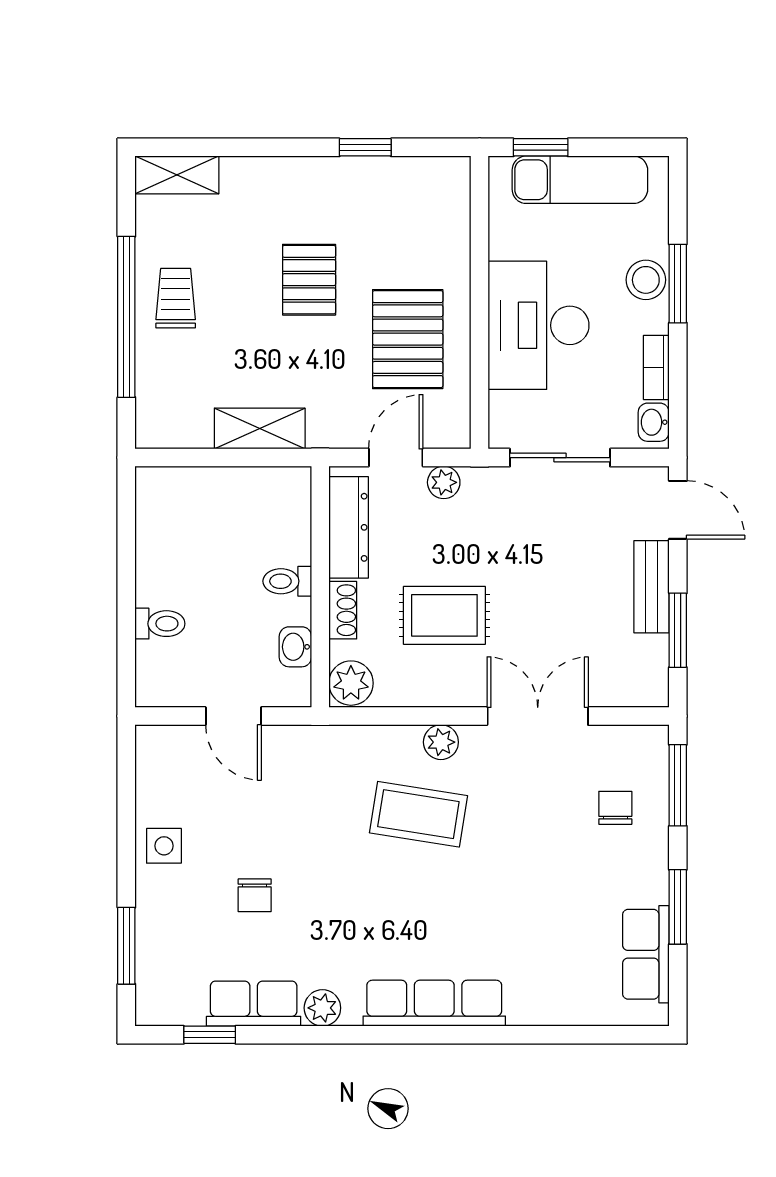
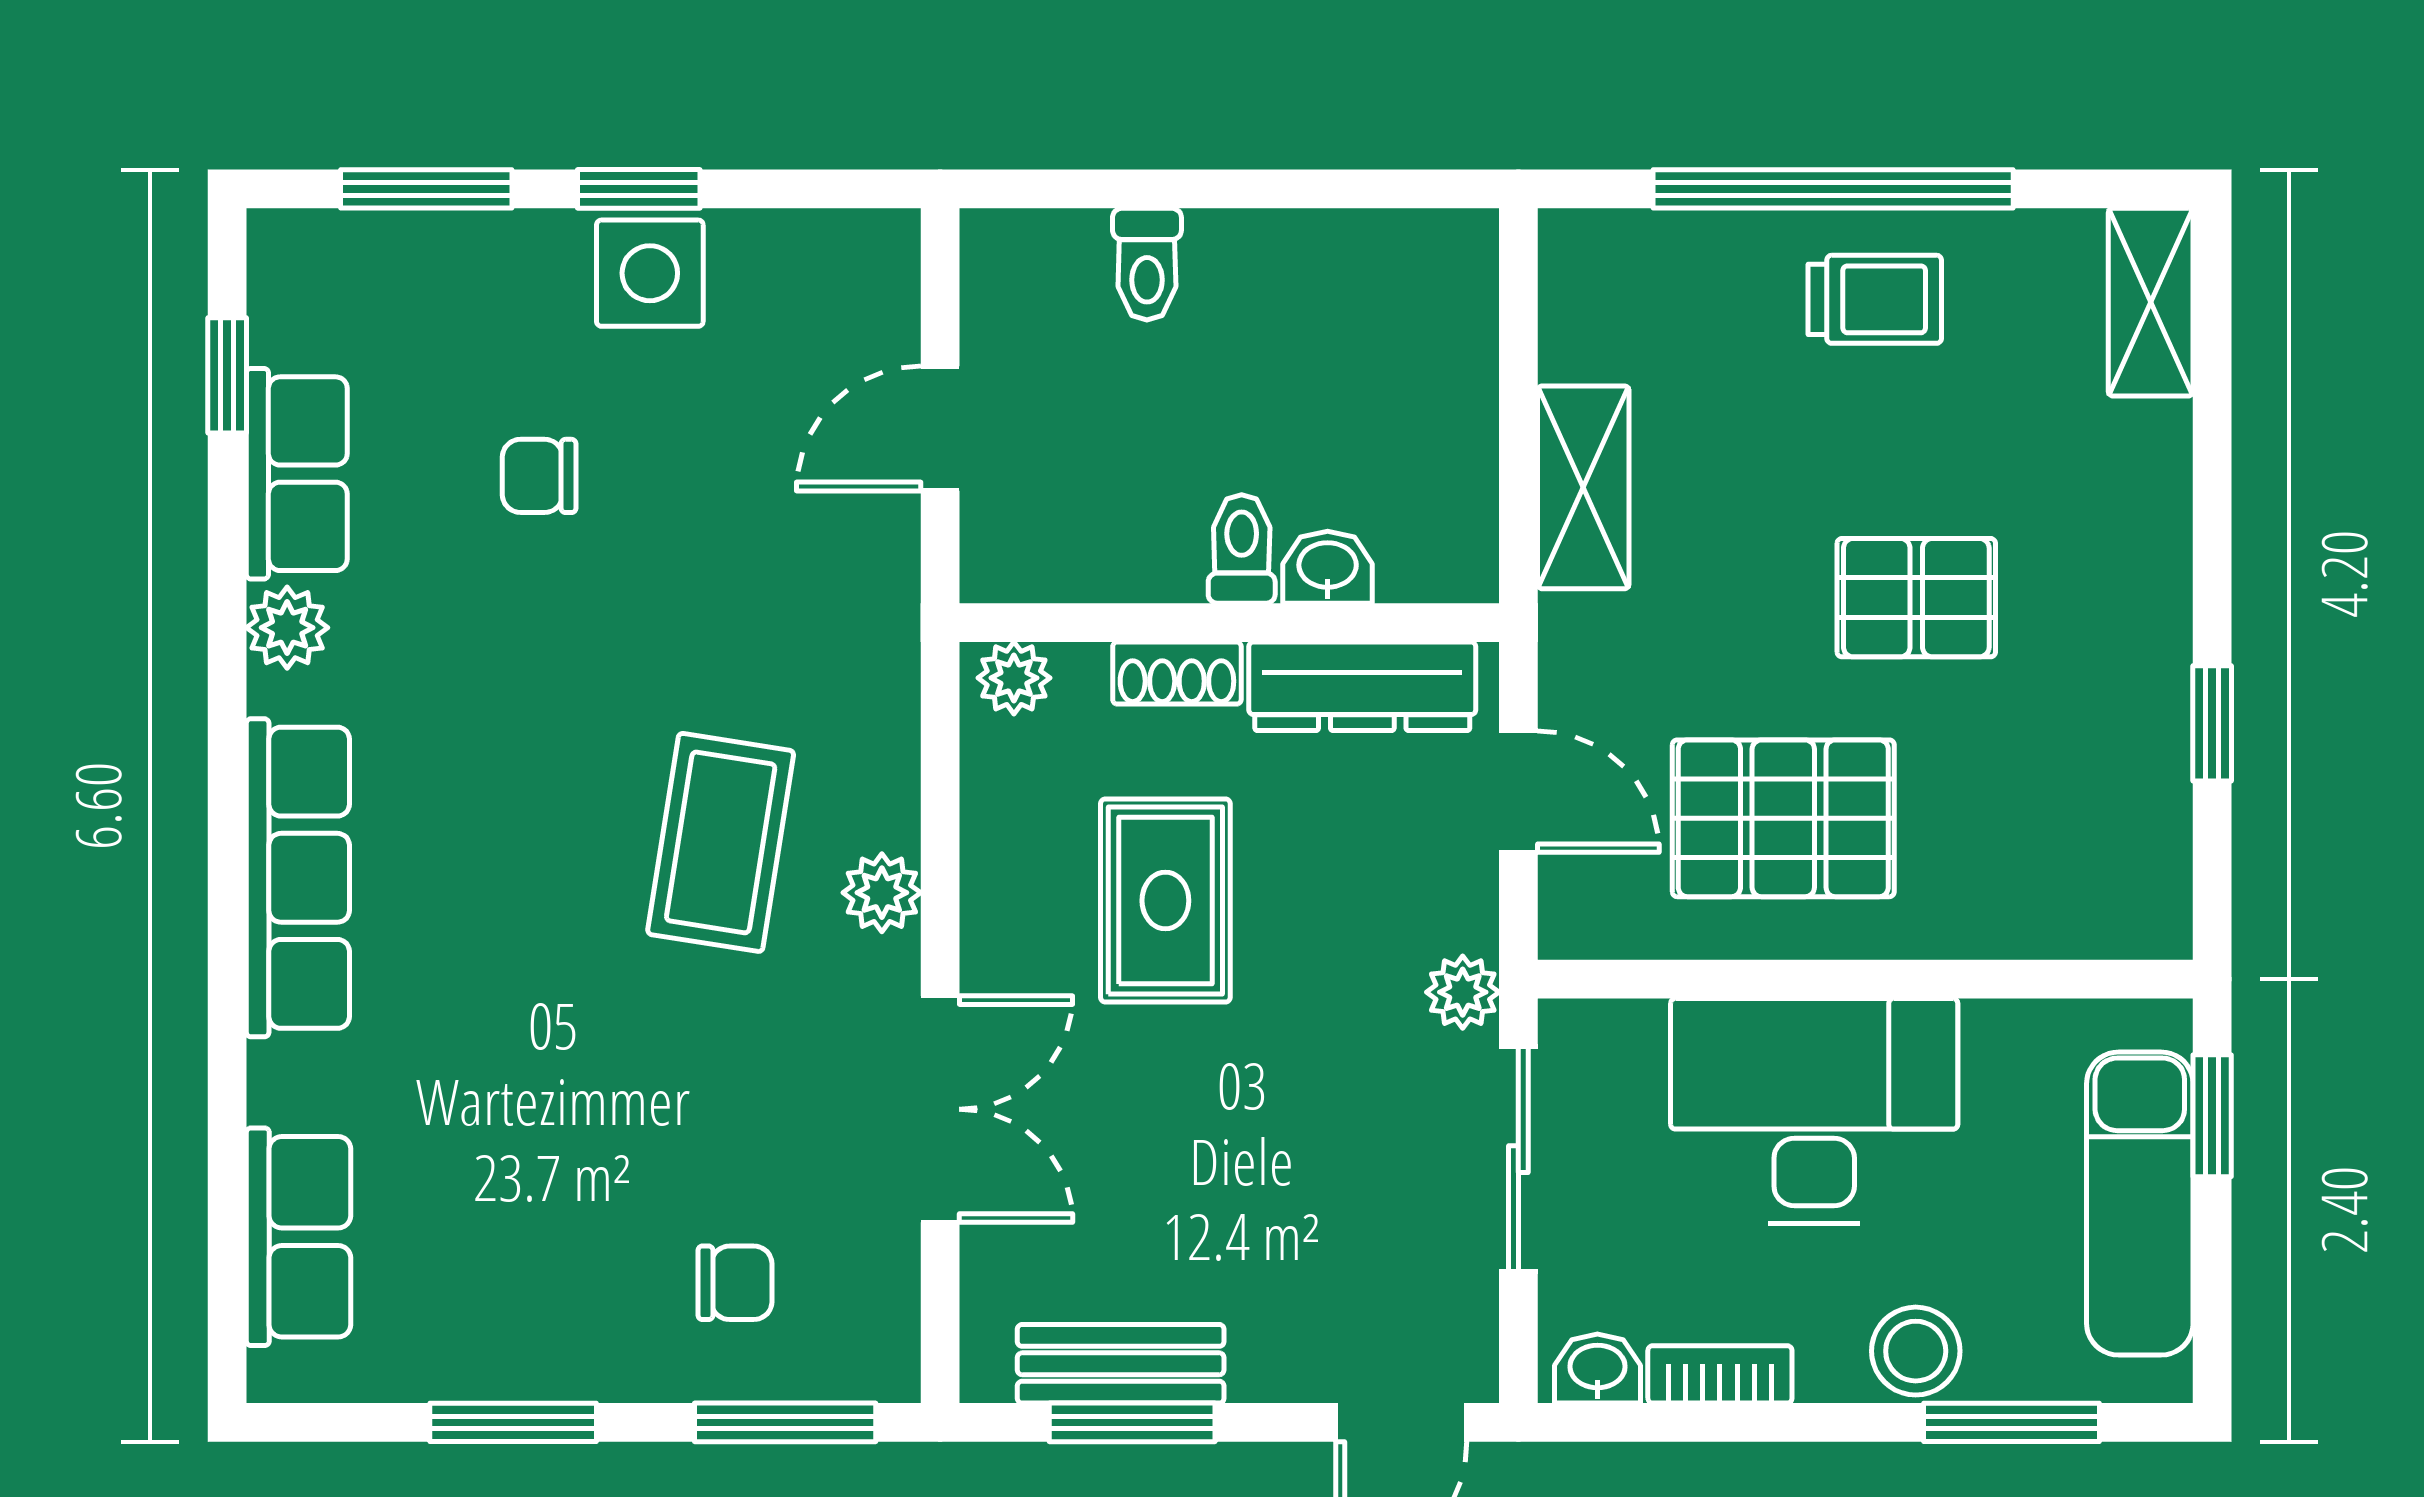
window: (678, 284) -> (2012, 1422), moved
plant: (444, 482) -> (1463, 992), moved
bench: (652, 587) -> (1121, 1364), moved
washbasin: (295, 647) -> (1328, 567), moved
plant: (351, 683) -> (1014, 678), width x0.73, depth x0.73
side table: (164, 846) -> (650, 273), width x1.37, depth x1.37
window: (126, 851) -> (639, 189), added
row of seats: (646, 954) -> (298, 1237), moved, turned 90

